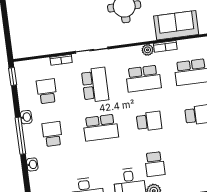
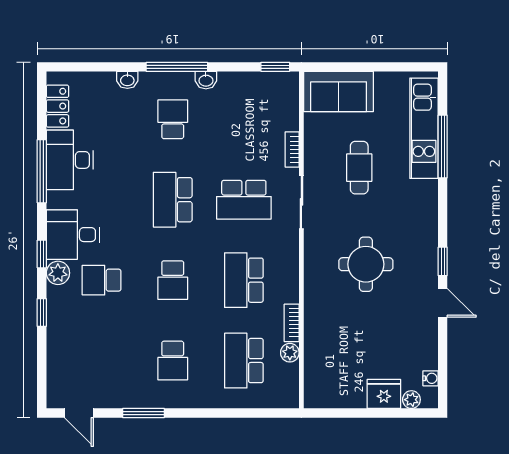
cafe table: (67, 18) -> (359, 168), added
sofa: (176, 25) -> (339, 92), moved, turned 90
plant: (148, 50) -> (290, 353), moved
school desk: (47, 91) -> (244, 119), removed
school desk: (52, 134) -> (173, 119), turned -90

